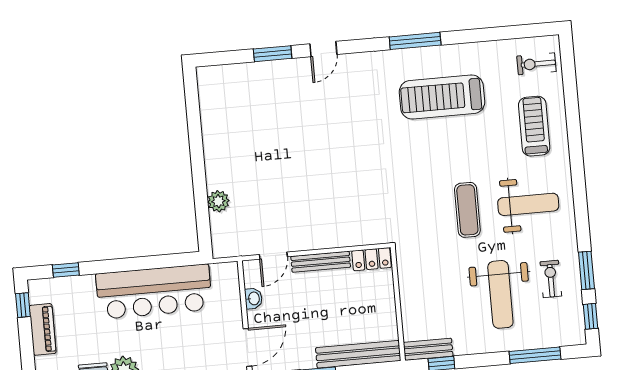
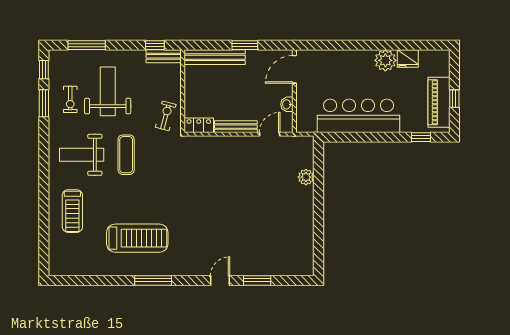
exercise bike: (536, 64) -> (166, 116), moved, turned -75
window: (23, 305) -> (454, 99), moved
piano: (43, 329) -> (439, 102), width x1.37, depth x1.33

